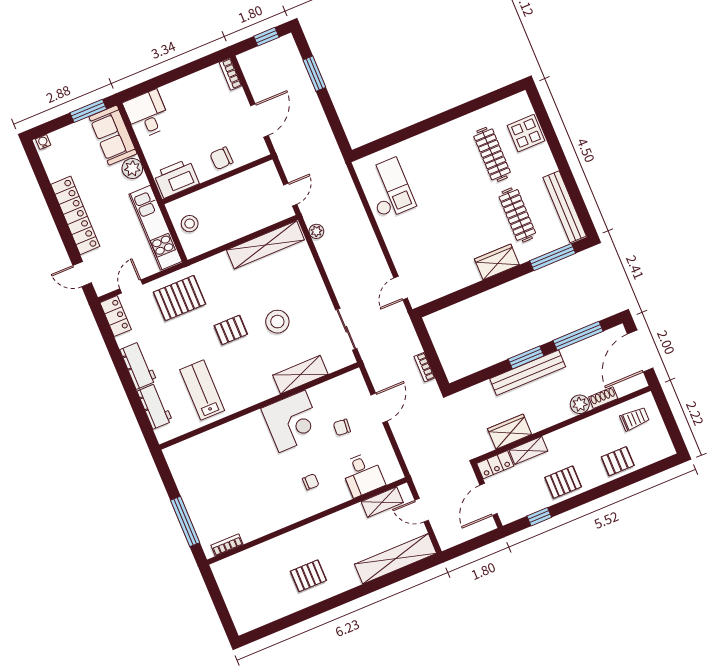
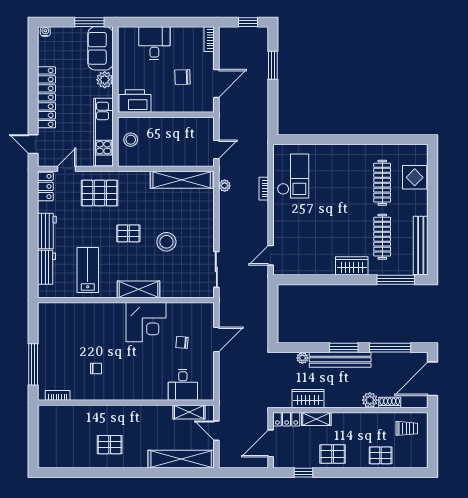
desk: (147, 114) -> (154, 43), moved
chair: (221, 158) -> (182, 77), moved
bookcase: (425, 367) -> (264, 189), moved
shelving: (300, 375) -> (139, 289), moved
plant: (484, 388) -> (302, 358), added
chair: (311, 482) -> (96, 368), moved

